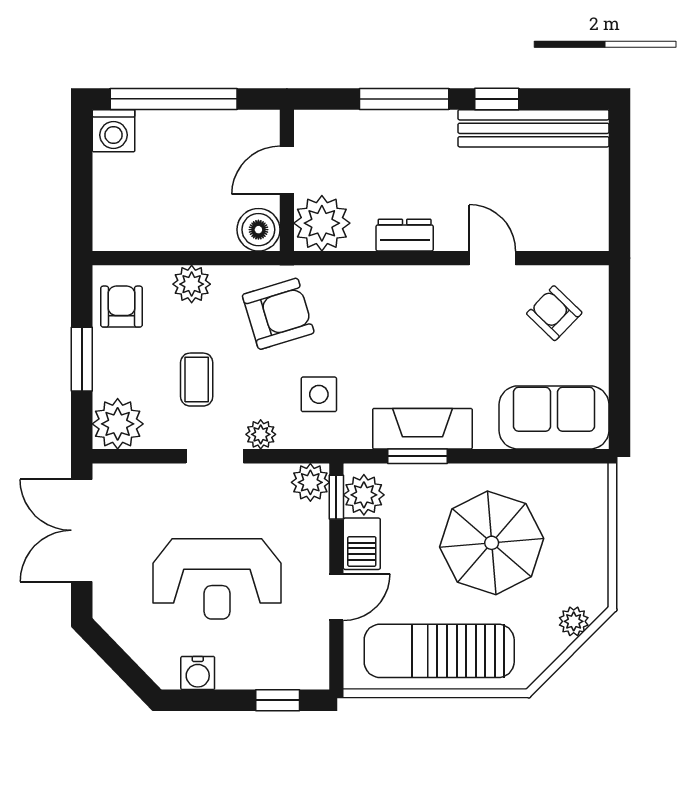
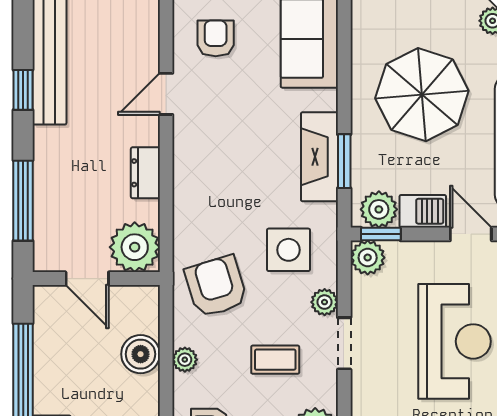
window: (404, 99) -> (23, 201), moved
boiler: (258, 230) -> (141, 354), moved
plant: (192, 284) -> (185, 360), width x0.73, depth x0.73
armchair: (554, 313) -> (216, 38), turned 136
side table: (319, 394) -> (289, 250), width x1.37, depth x1.37

